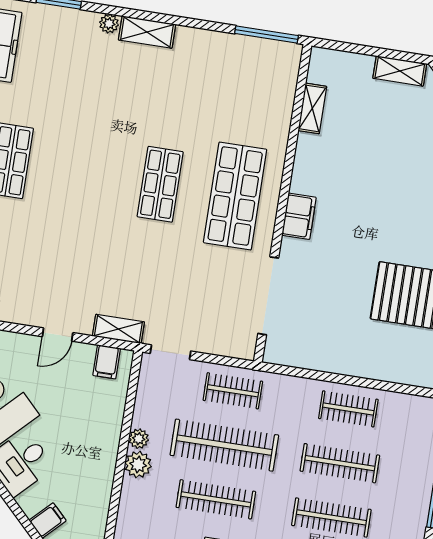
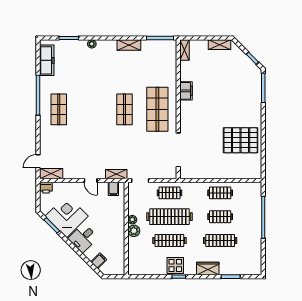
shelving: (147, 32) -> (129, 45), moved
shelving: (312, 108) -> (185, 50), moved
filing cabinet: (299, 216) -> (186, 91), moved
door: (58, 335) -> (91, 181), hinge flipped
clothes rail: (340, 463) -> (220, 217), width x0.73

